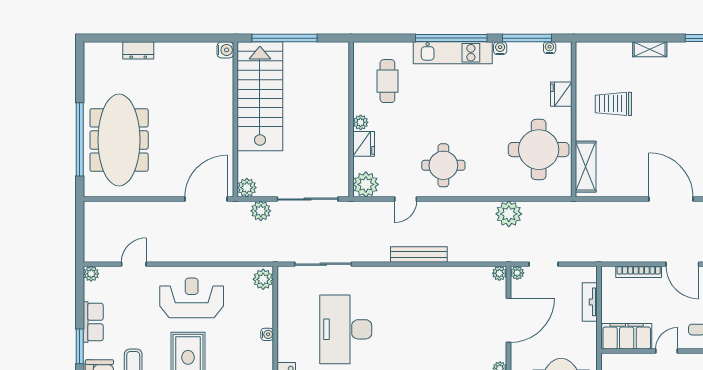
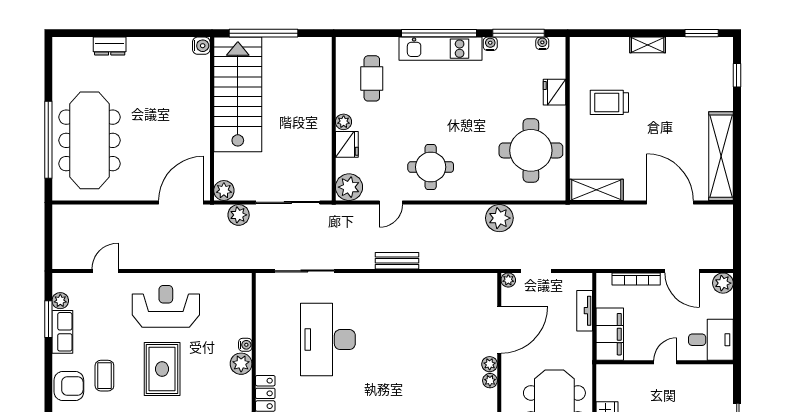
shelving: (586, 167) -> (596, 190), moved, turned 90
bench: (419, 254) -> (397, 261), width x0.73
plant: (499, 273) -> (490, 364), moved
plant: (91, 274) -> (60, 301), moved
plant: (263, 279) -> (241, 364), moved
filing cabinet: (627, 336) -> (610, 334), moved, turned 90
window: (80, 346) -> (48, 319), moved

